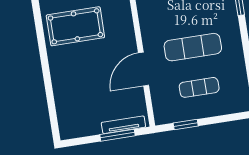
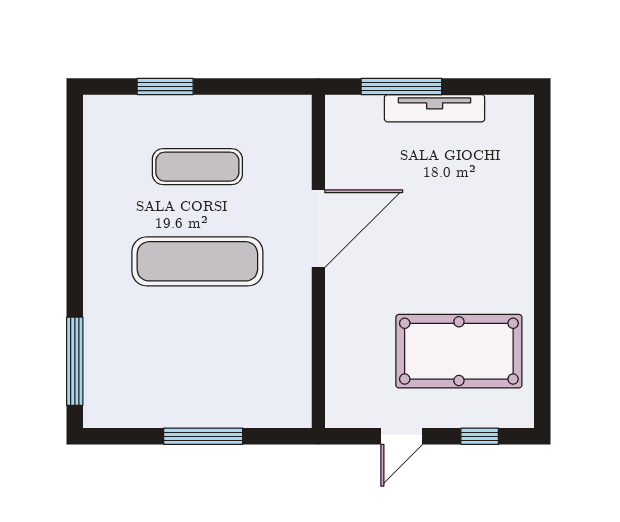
window: (186, 124) -> (165, 86), moved
tv unit: (123, 125) -> (435, 108), moved

